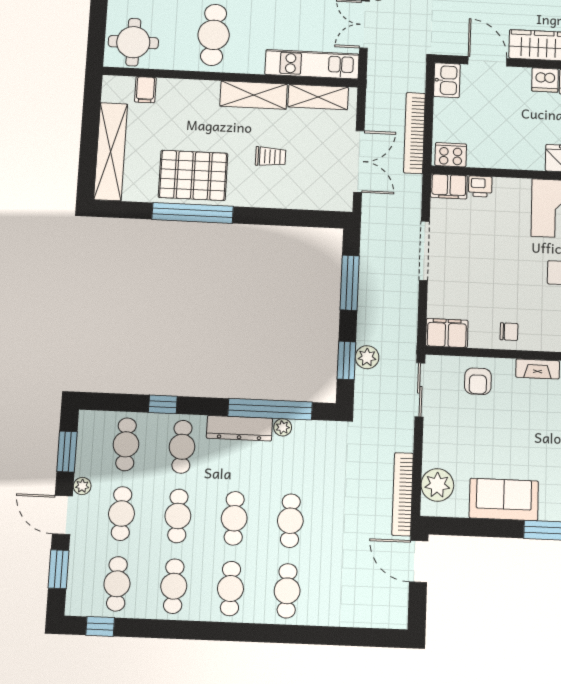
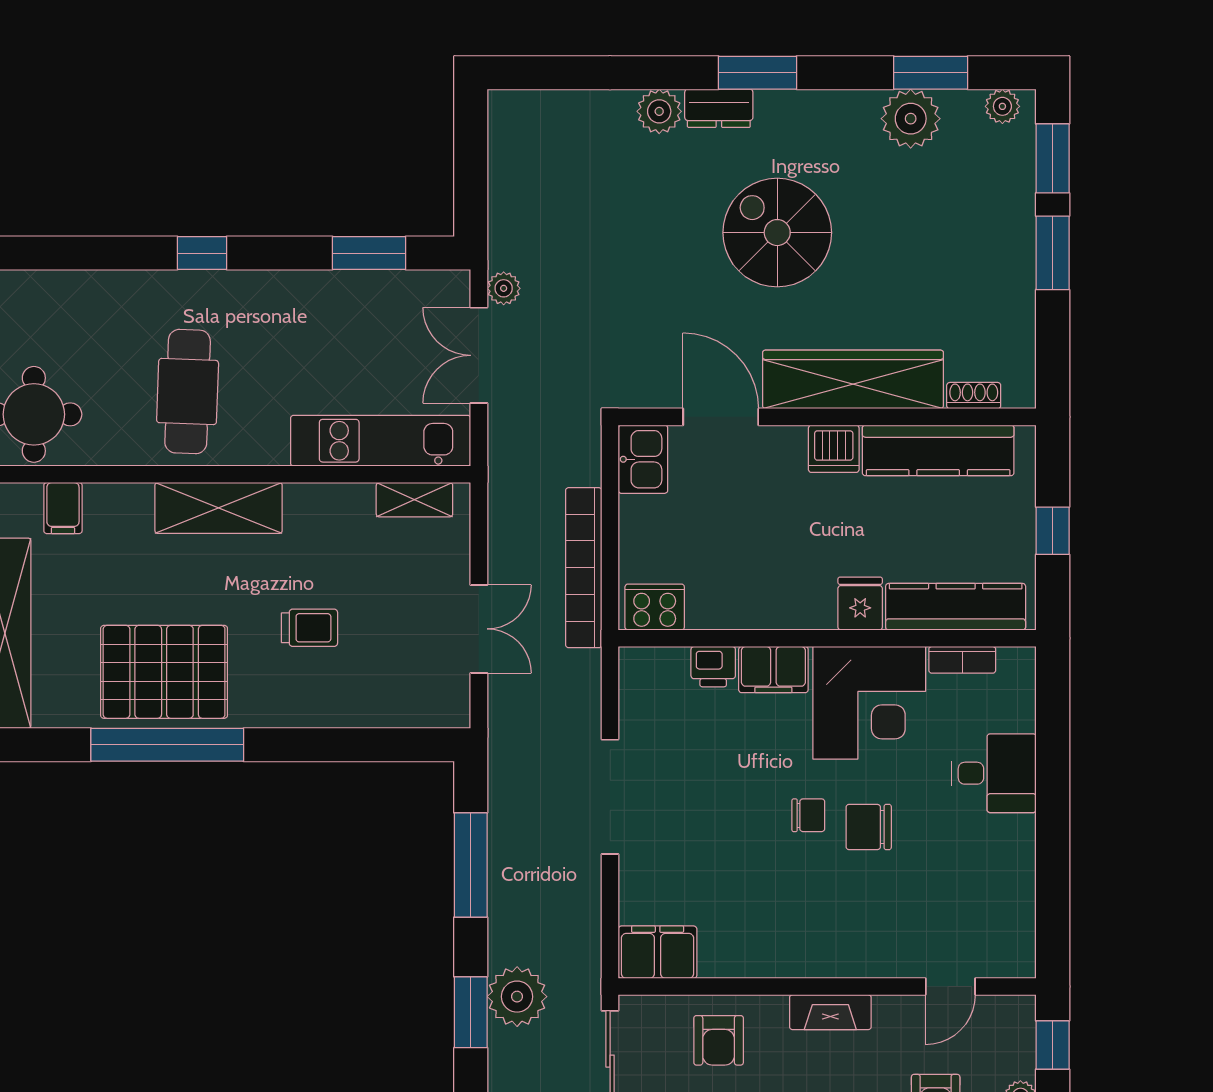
shelving: (254, 95) -> (219, 508), moved
shelving: (318, 97) -> (414, 500), width x0.67, depth x0.75
double door: (359, 161) -> (479, 629), width x0.73
filing cabinet: (449, 186) -> (773, 670), moved
chair: (509, 332) -> (808, 815), moved
plant: (367, 357) -> (517, 997), width x1.36, depth x1.36

